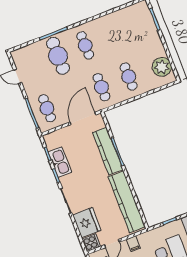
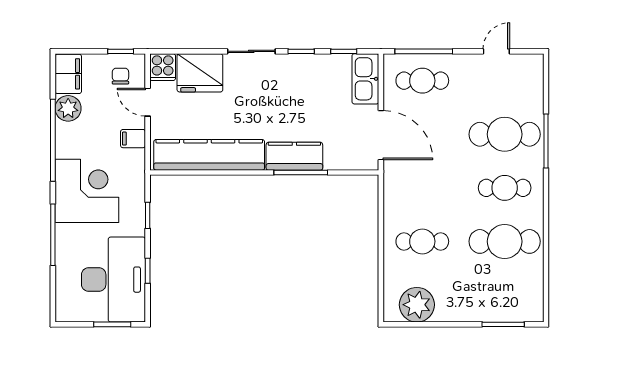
cafe table: (101, 87) -> (505, 241), moved, width x1.37, depth x1.35
kitchen counter: (108, 151) -> (294, 156), width x0.67
kitchen sink: (60, 162) -> (365, 79), moved, turned 90

